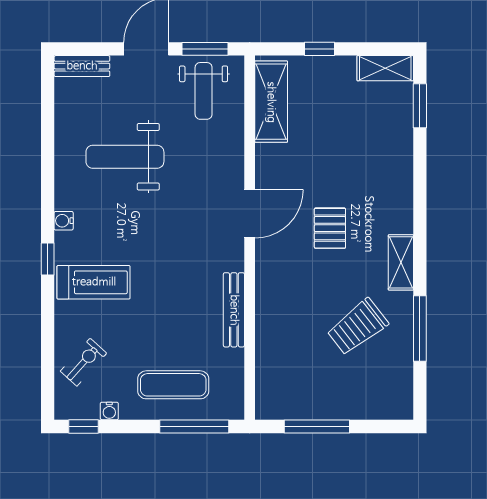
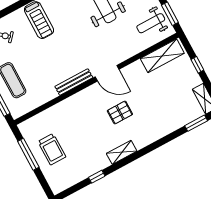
bench: (234, 310) -> (74, 82), moved
trolley: (358, 327) -> (52, 149), moved, turned -142
window: (420, 328) -> (97, 177), width x0.46

